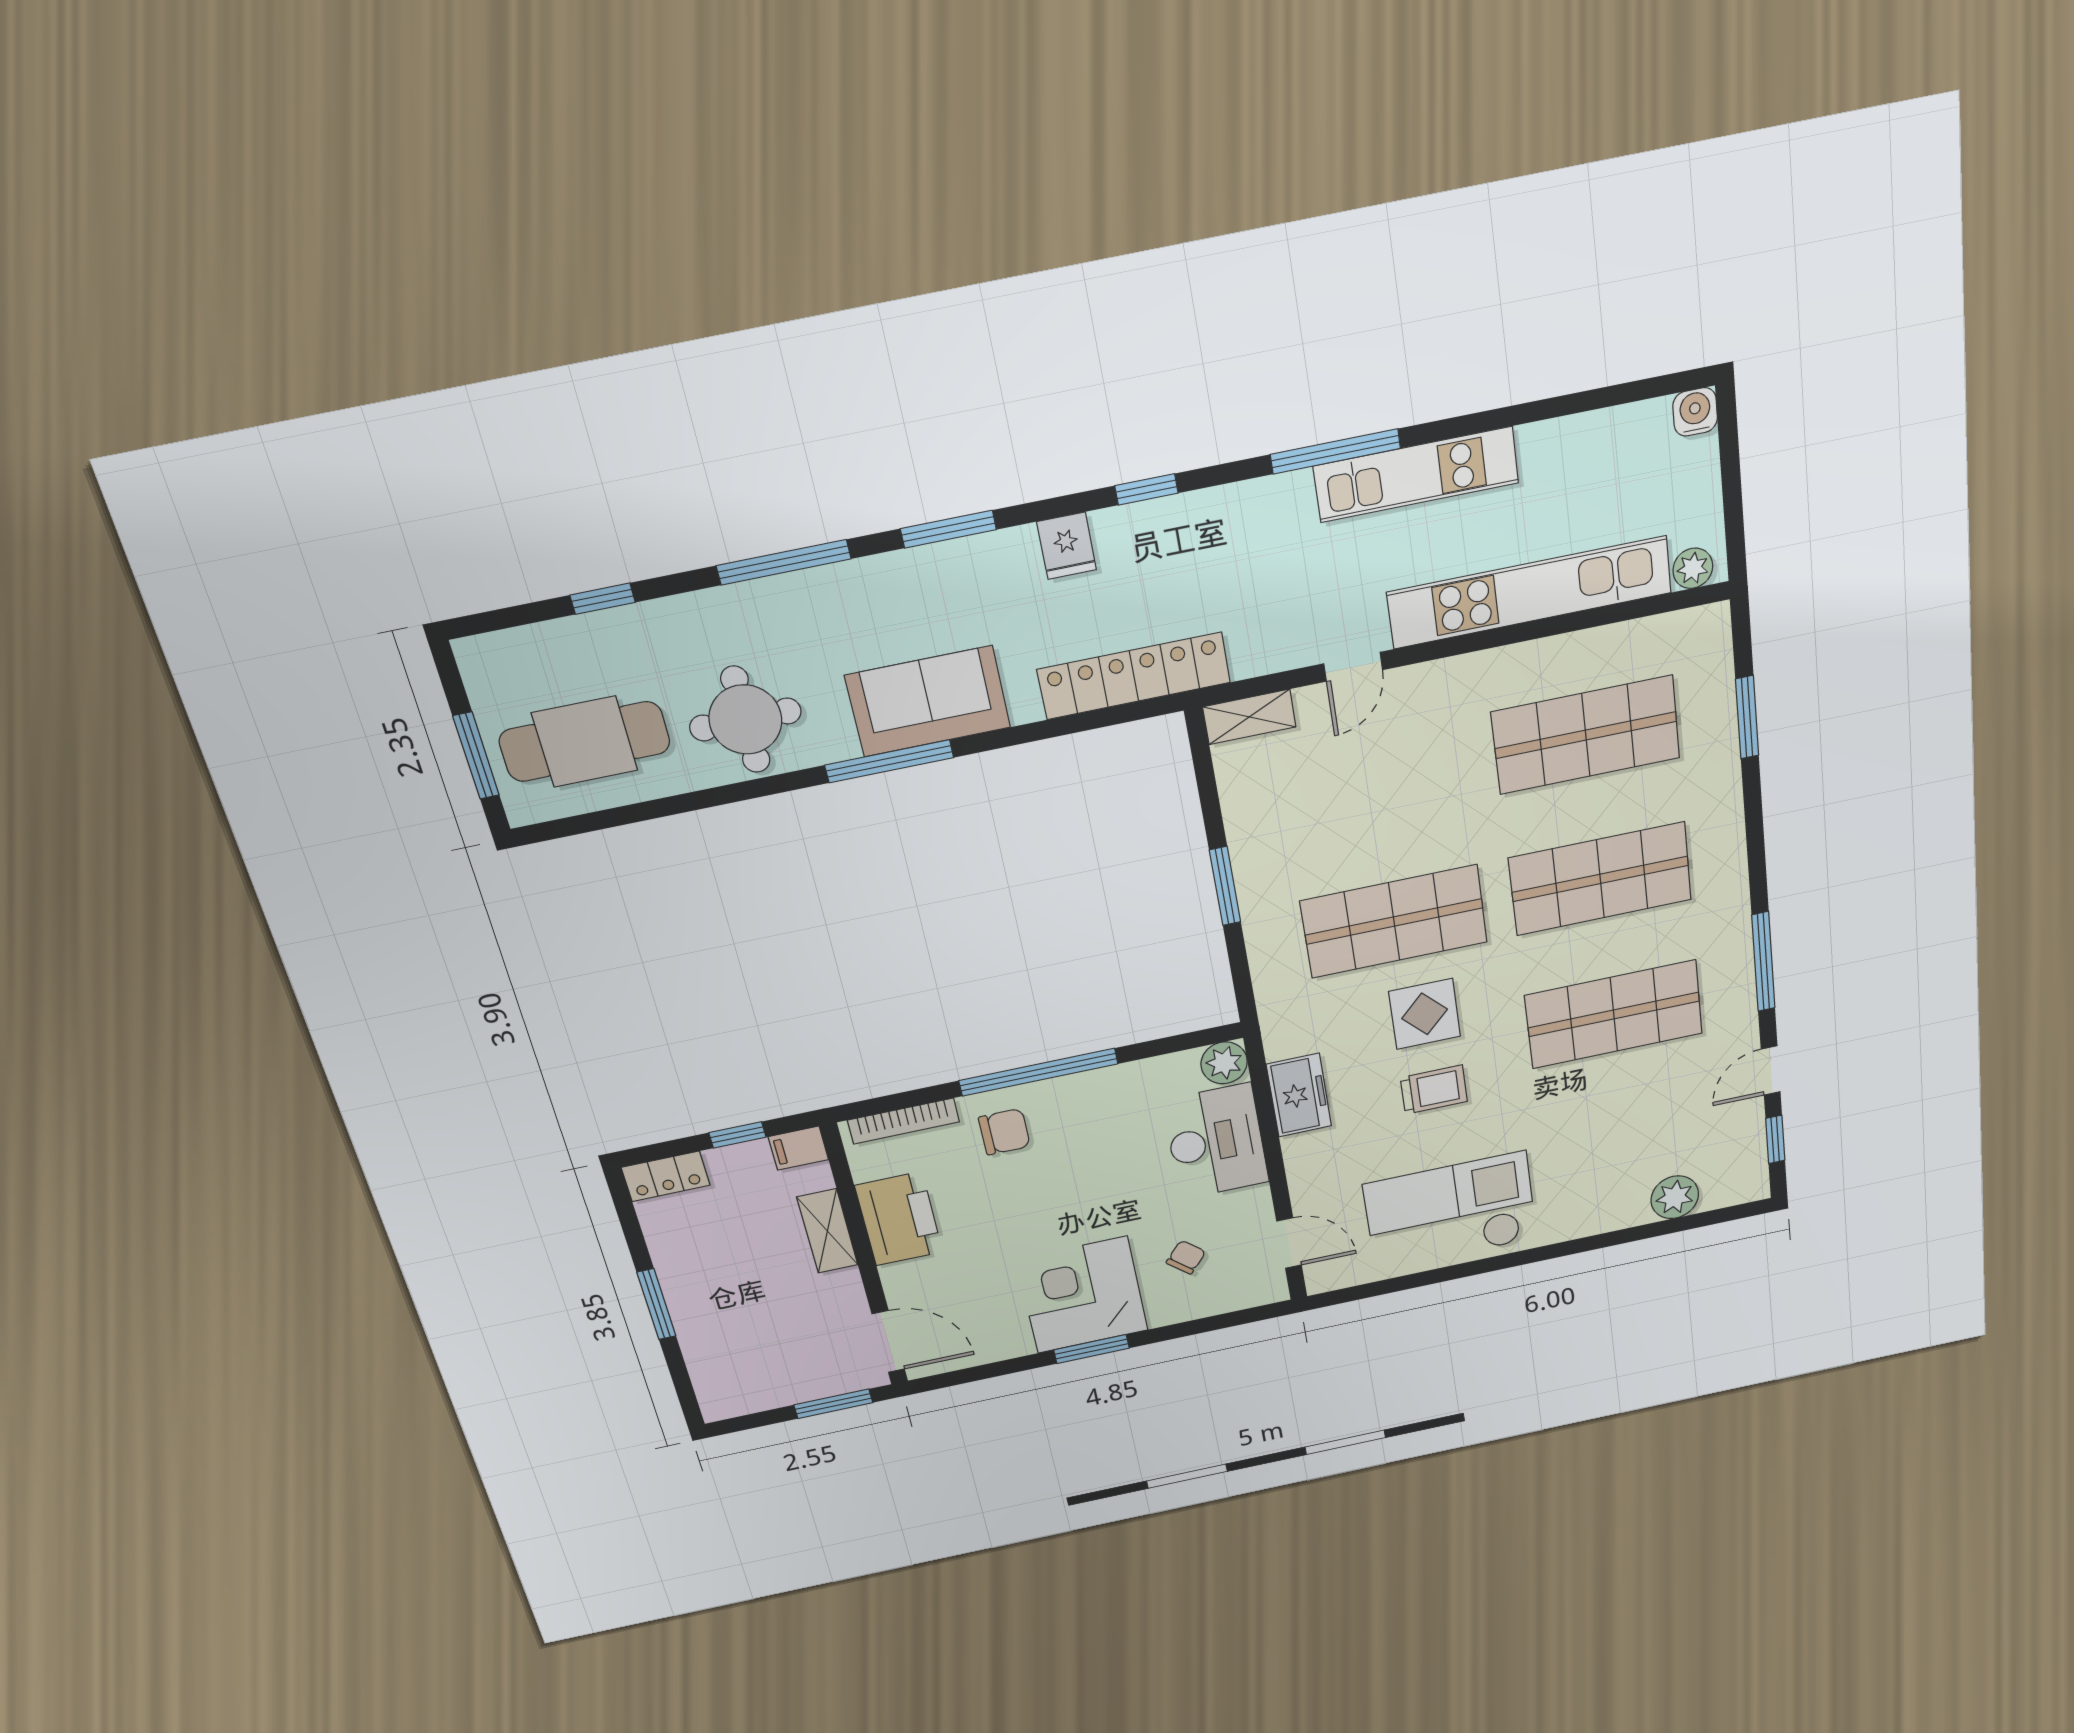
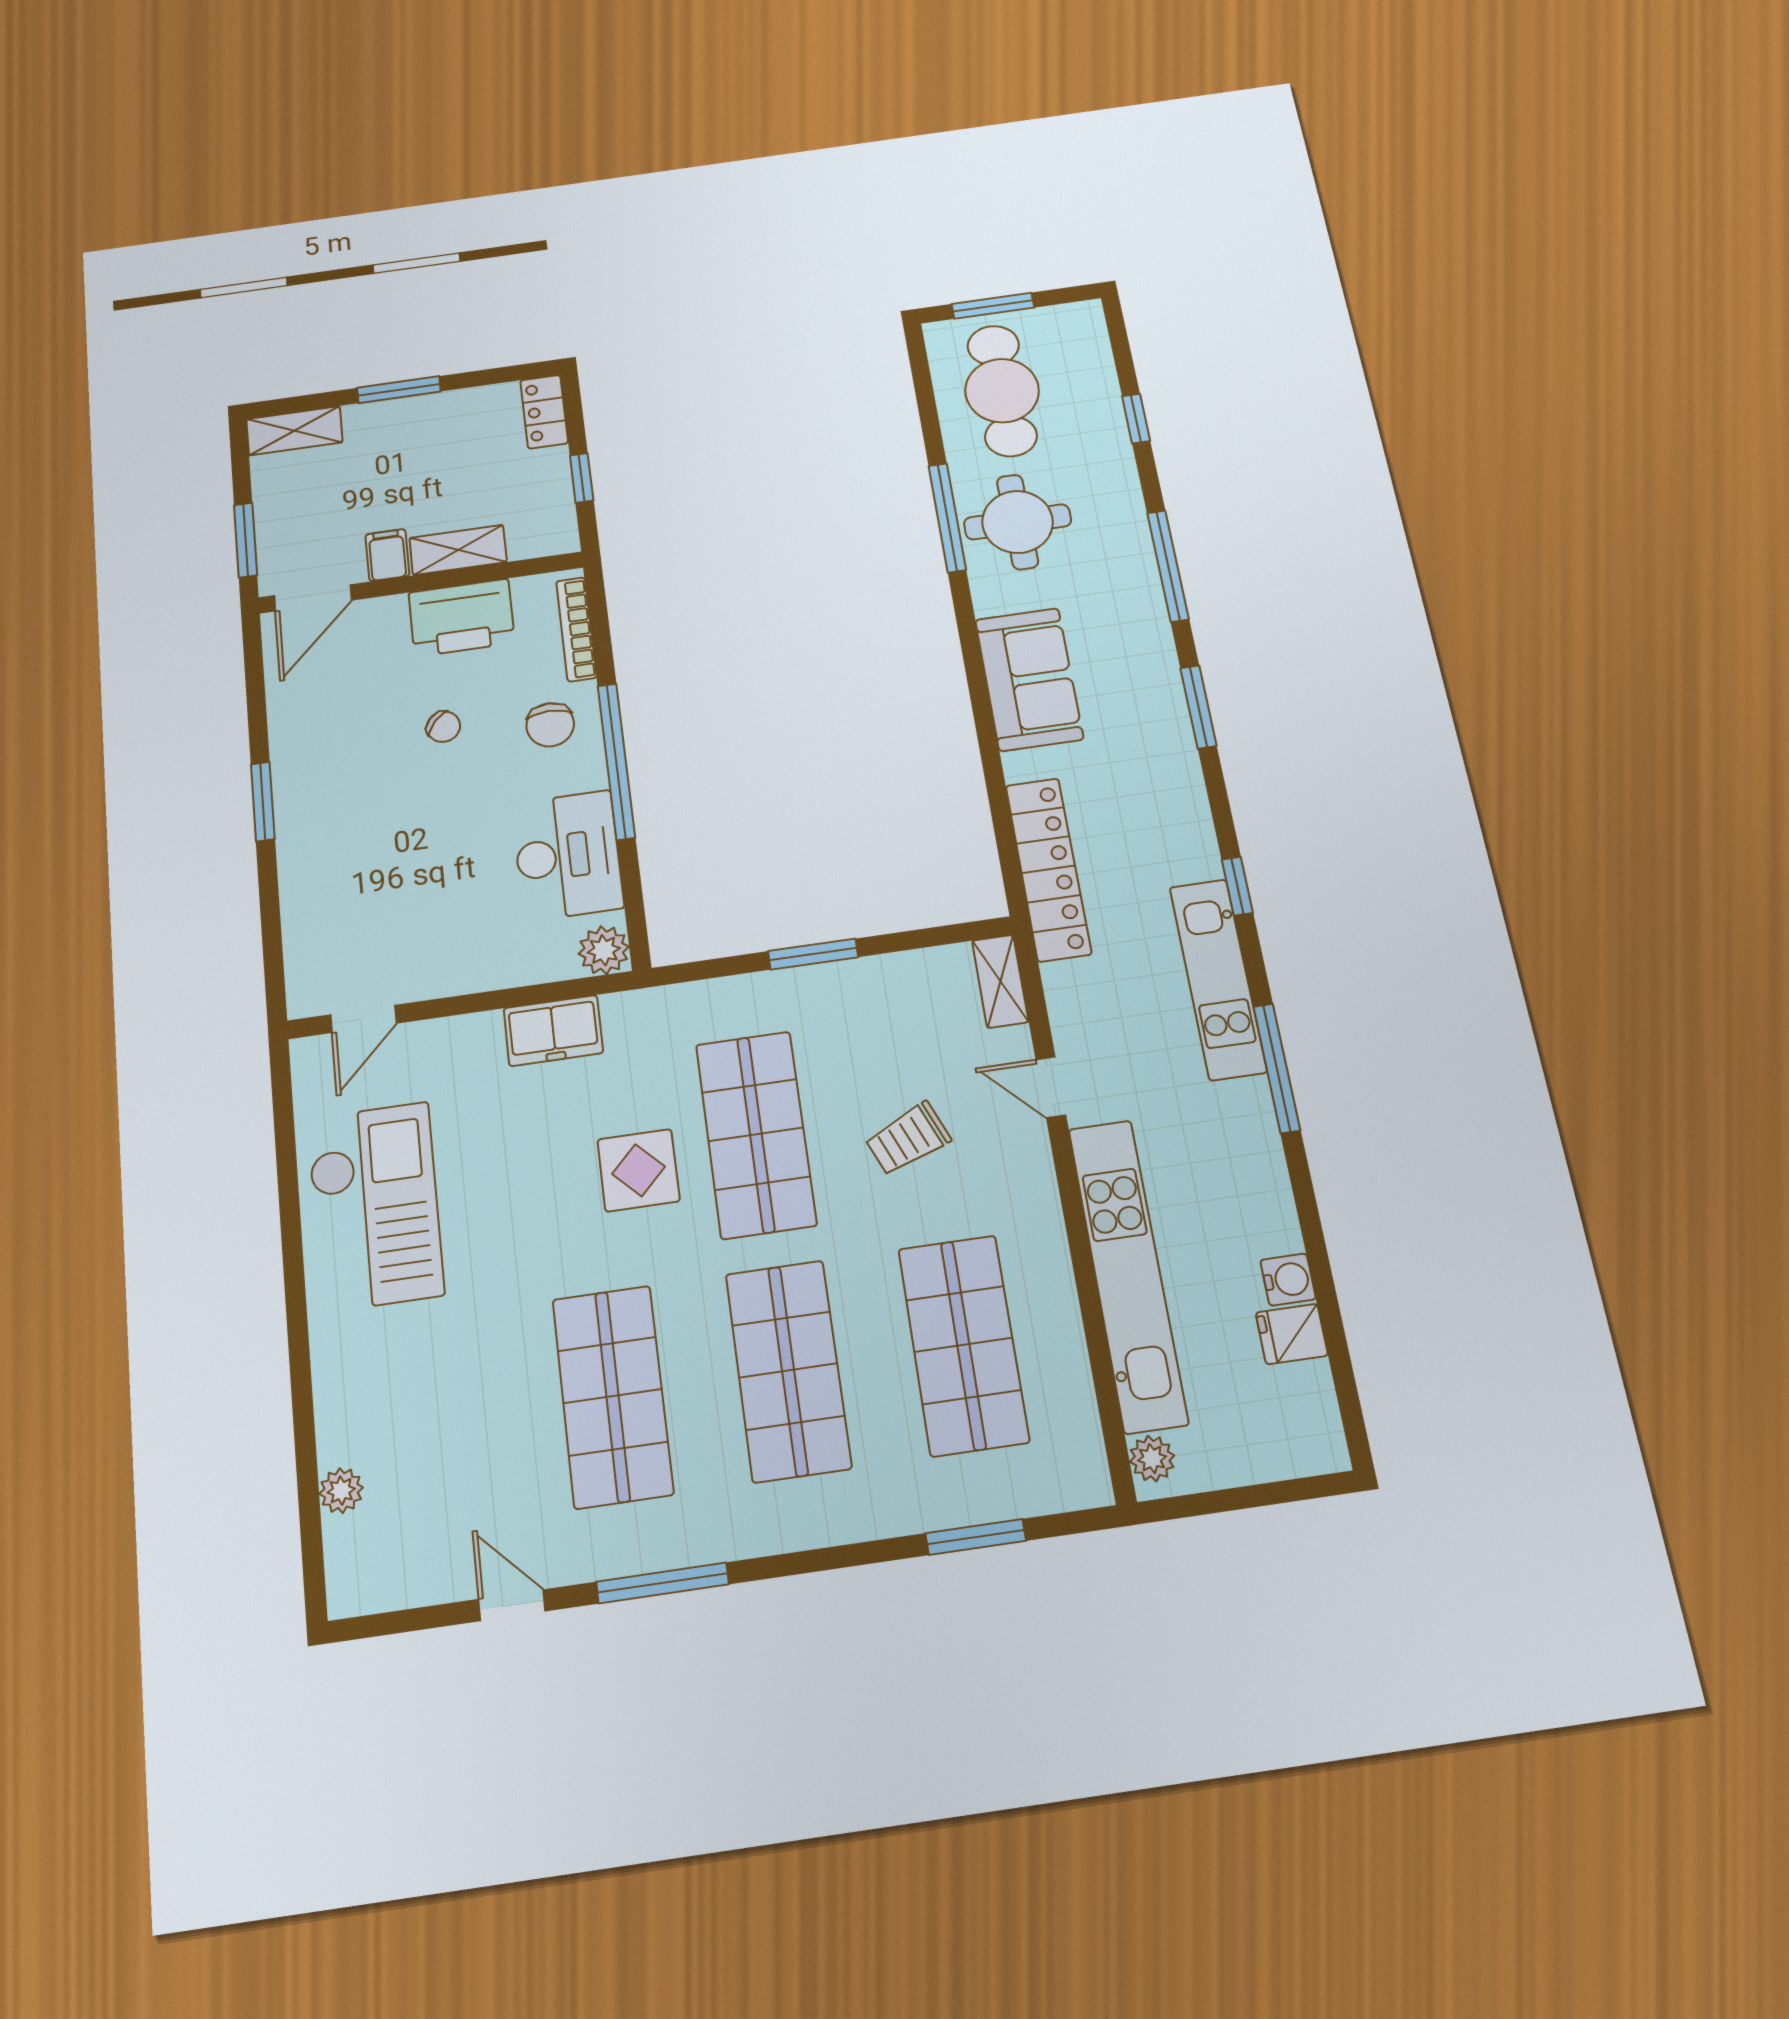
water cooler: (1695, 412) -> (1288, 1280), moved
kitchen unit: (1416, 475) -> (1218, 979), moved
fridge: (1067, 546) -> (1292, 1334), moved
window: (889, 761) -> (947, 518), moved
trolley: (1434, 1090) -> (908, 1139), moved, turned 67
window: (1775, 1139) -> (413, 1620), removed
desk: (1216, 1141) -> (567, 856), moved, turned -90
filing cabinet: (798, 1148) -> (387, 555), moved
plant: (1675, 1197) -> (341, 1491), width x0.73, depth x0.73
chair: (1186, 1257) -> (443, 727), moved
corner desk: (1082, 1295) -> (335, 794), removed
shelving: (713, 1383) -> (294, 431), added

